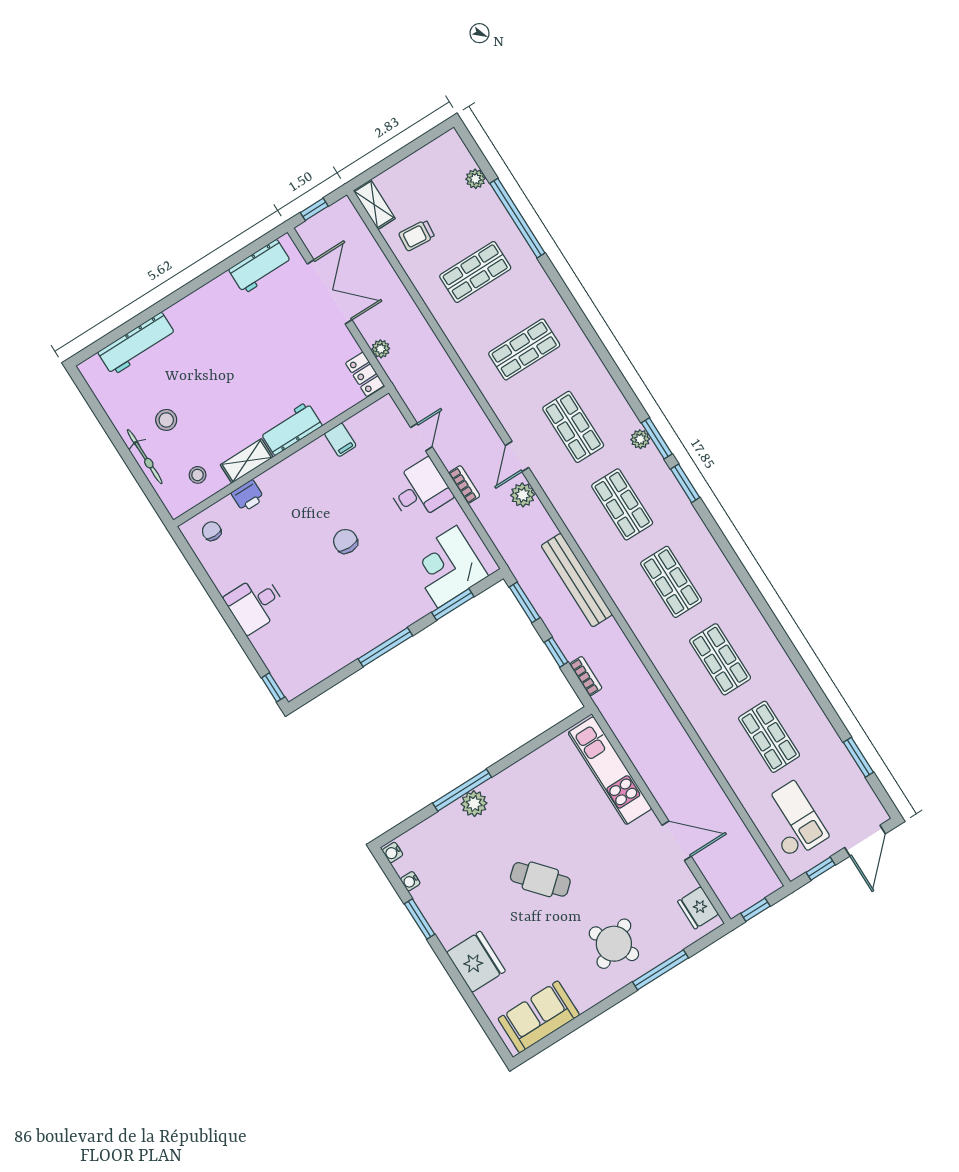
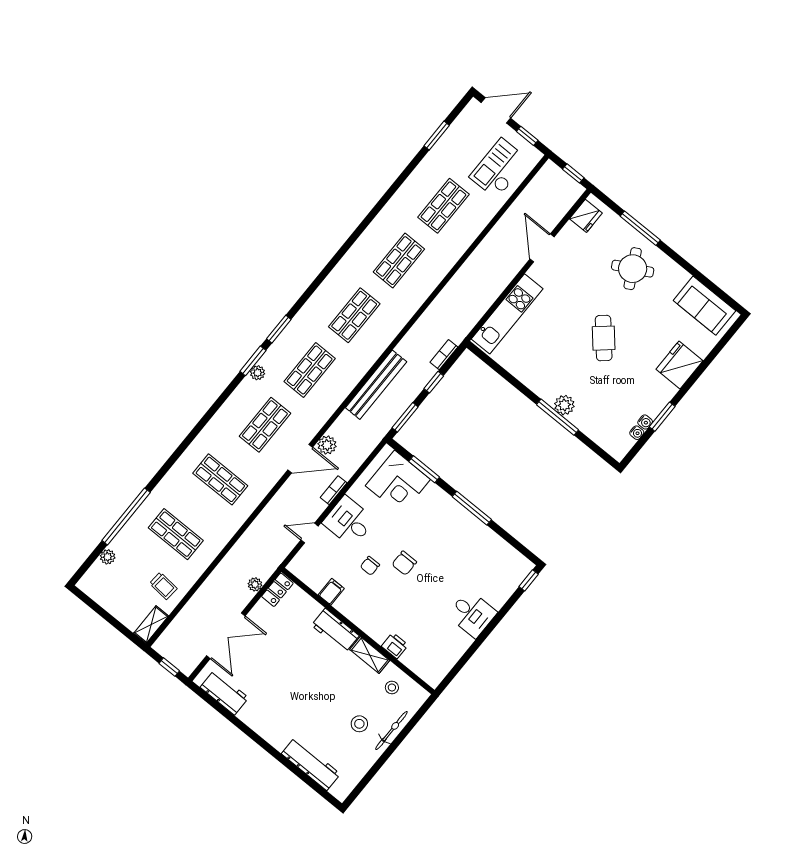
double door: (330, 292) -> (226, 636), swing flipped
door: (517, 456) -> (300, 459), width x1.38
chair: (212, 531) -> (370, 566), moved
water cooler: (392, 852) -> (645, 422), moved

